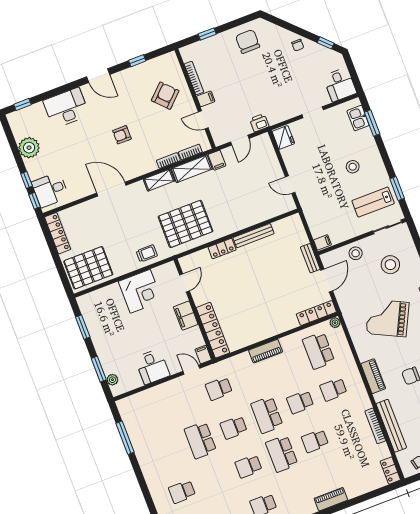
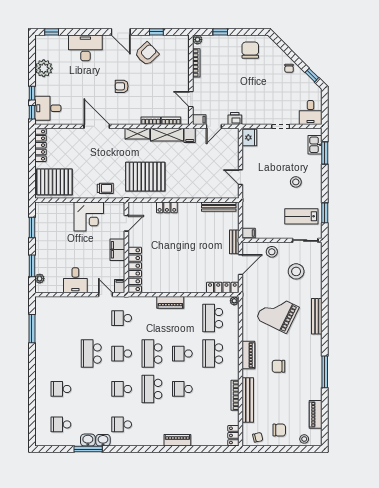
plant: (185, 52) -> (197, 40), added
armchair: (165, 96) -> (147, 54), moved
filing cabinet: (206, 99) -> (199, 120), moved
bench: (254, 236) -> (219, 207), moved
school desk: (333, 389) -> (213, 354), width x1.85

